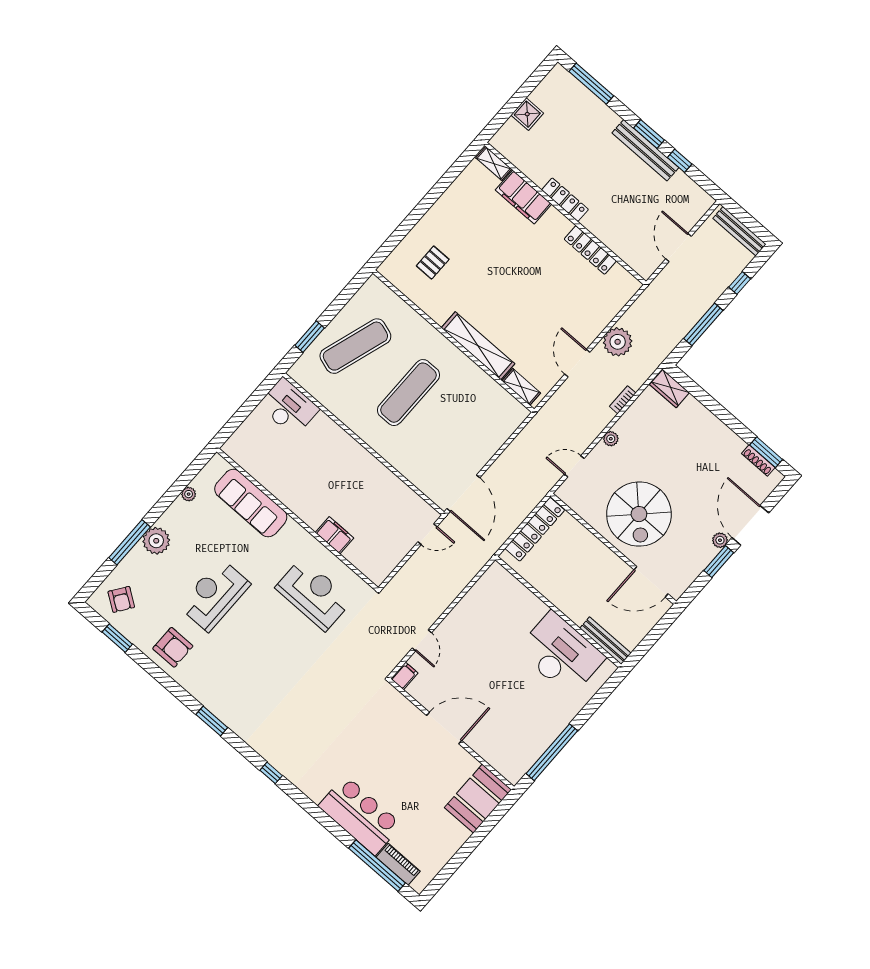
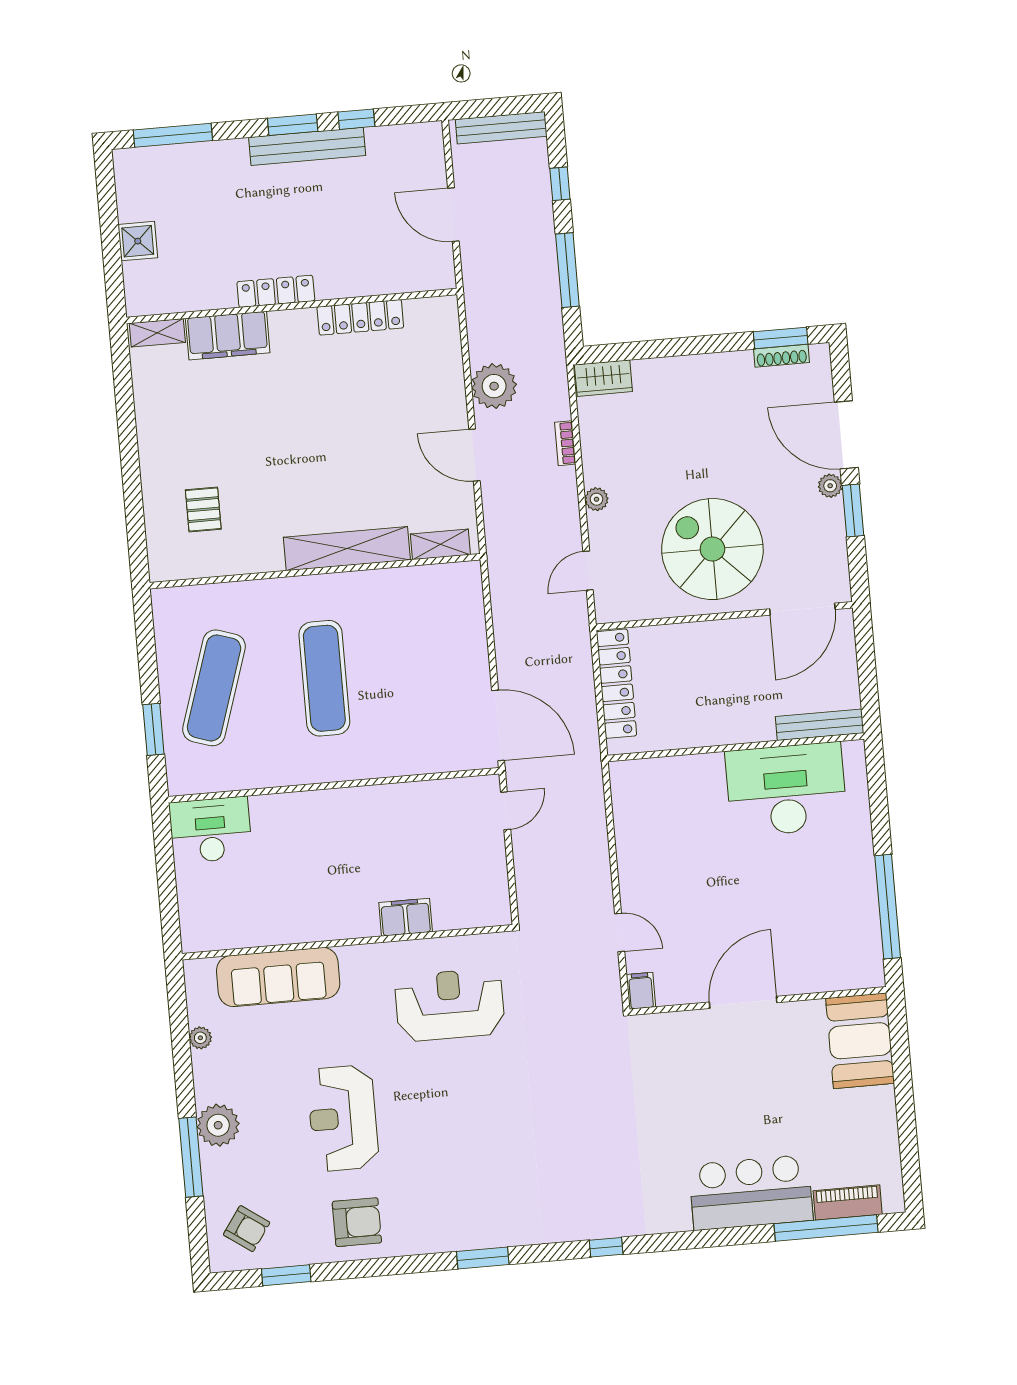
spiral stairs: (639, 514) -> (712, 549), turned 180

